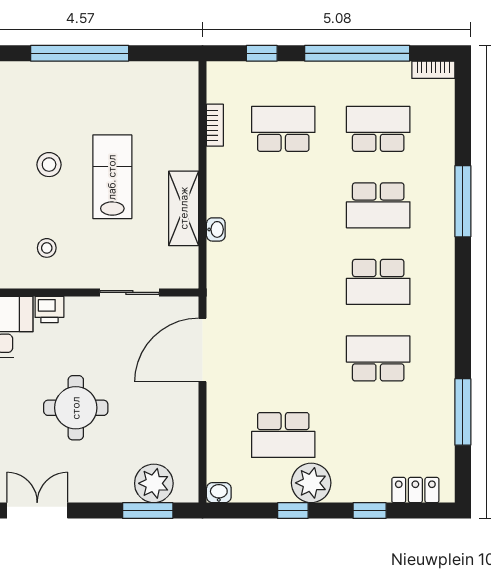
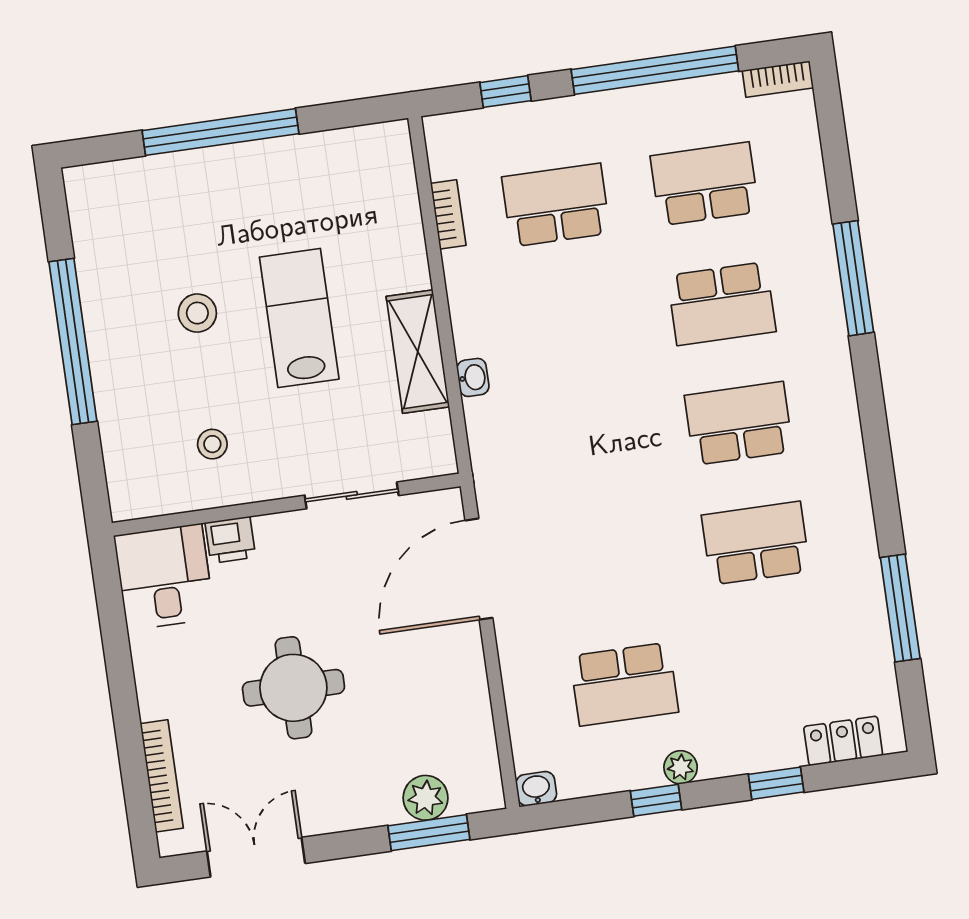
school desk: (378, 282) -> (739, 423), turned 180
plant: (154, 483) -> (426, 798), width x0.73, depth x0.73
plant: (311, 483) -> (681, 767), width x0.53, depth x0.53

